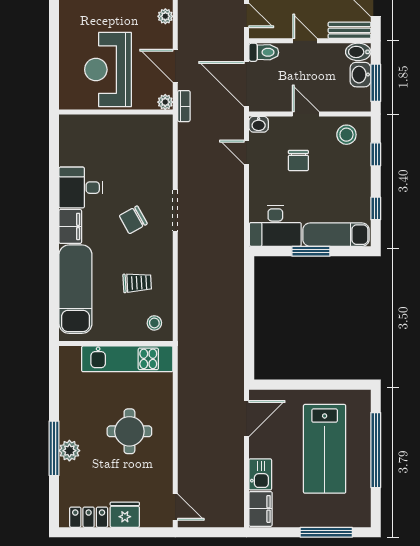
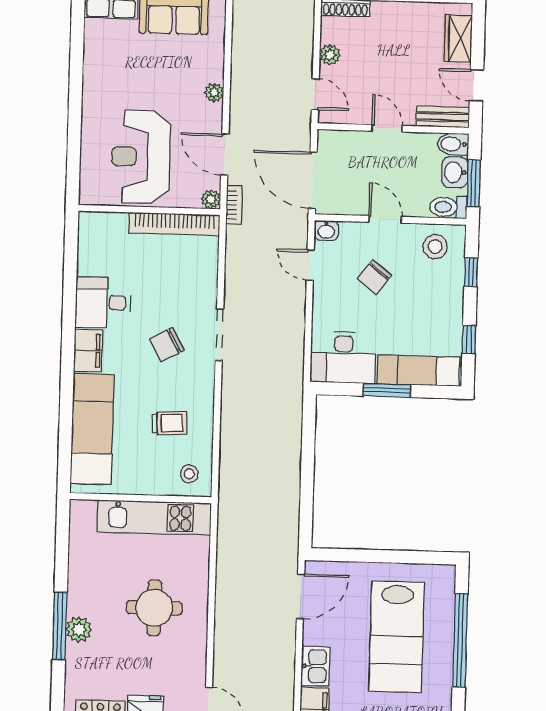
toilet: (264, 52) -> (448, 207), moved, turned 180
bookcase: (137, 123) -> (174, 224), added
chair: (298, 161) -> (374, 277), turned 38

